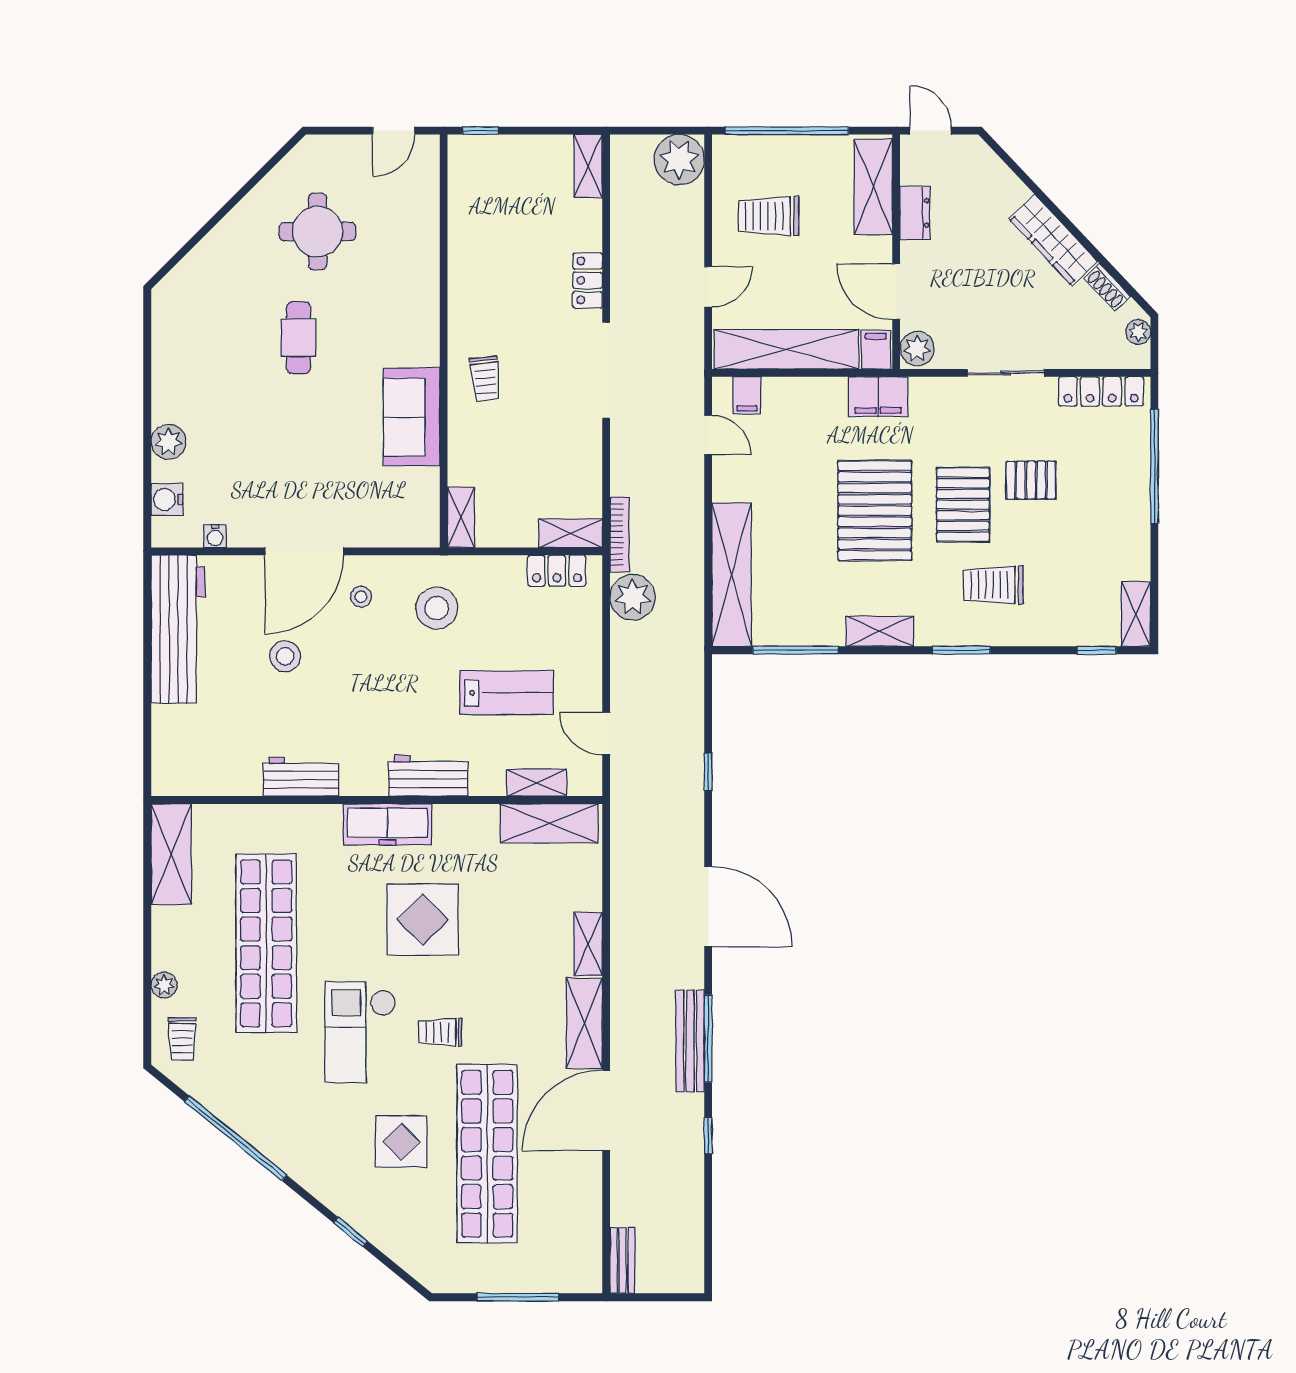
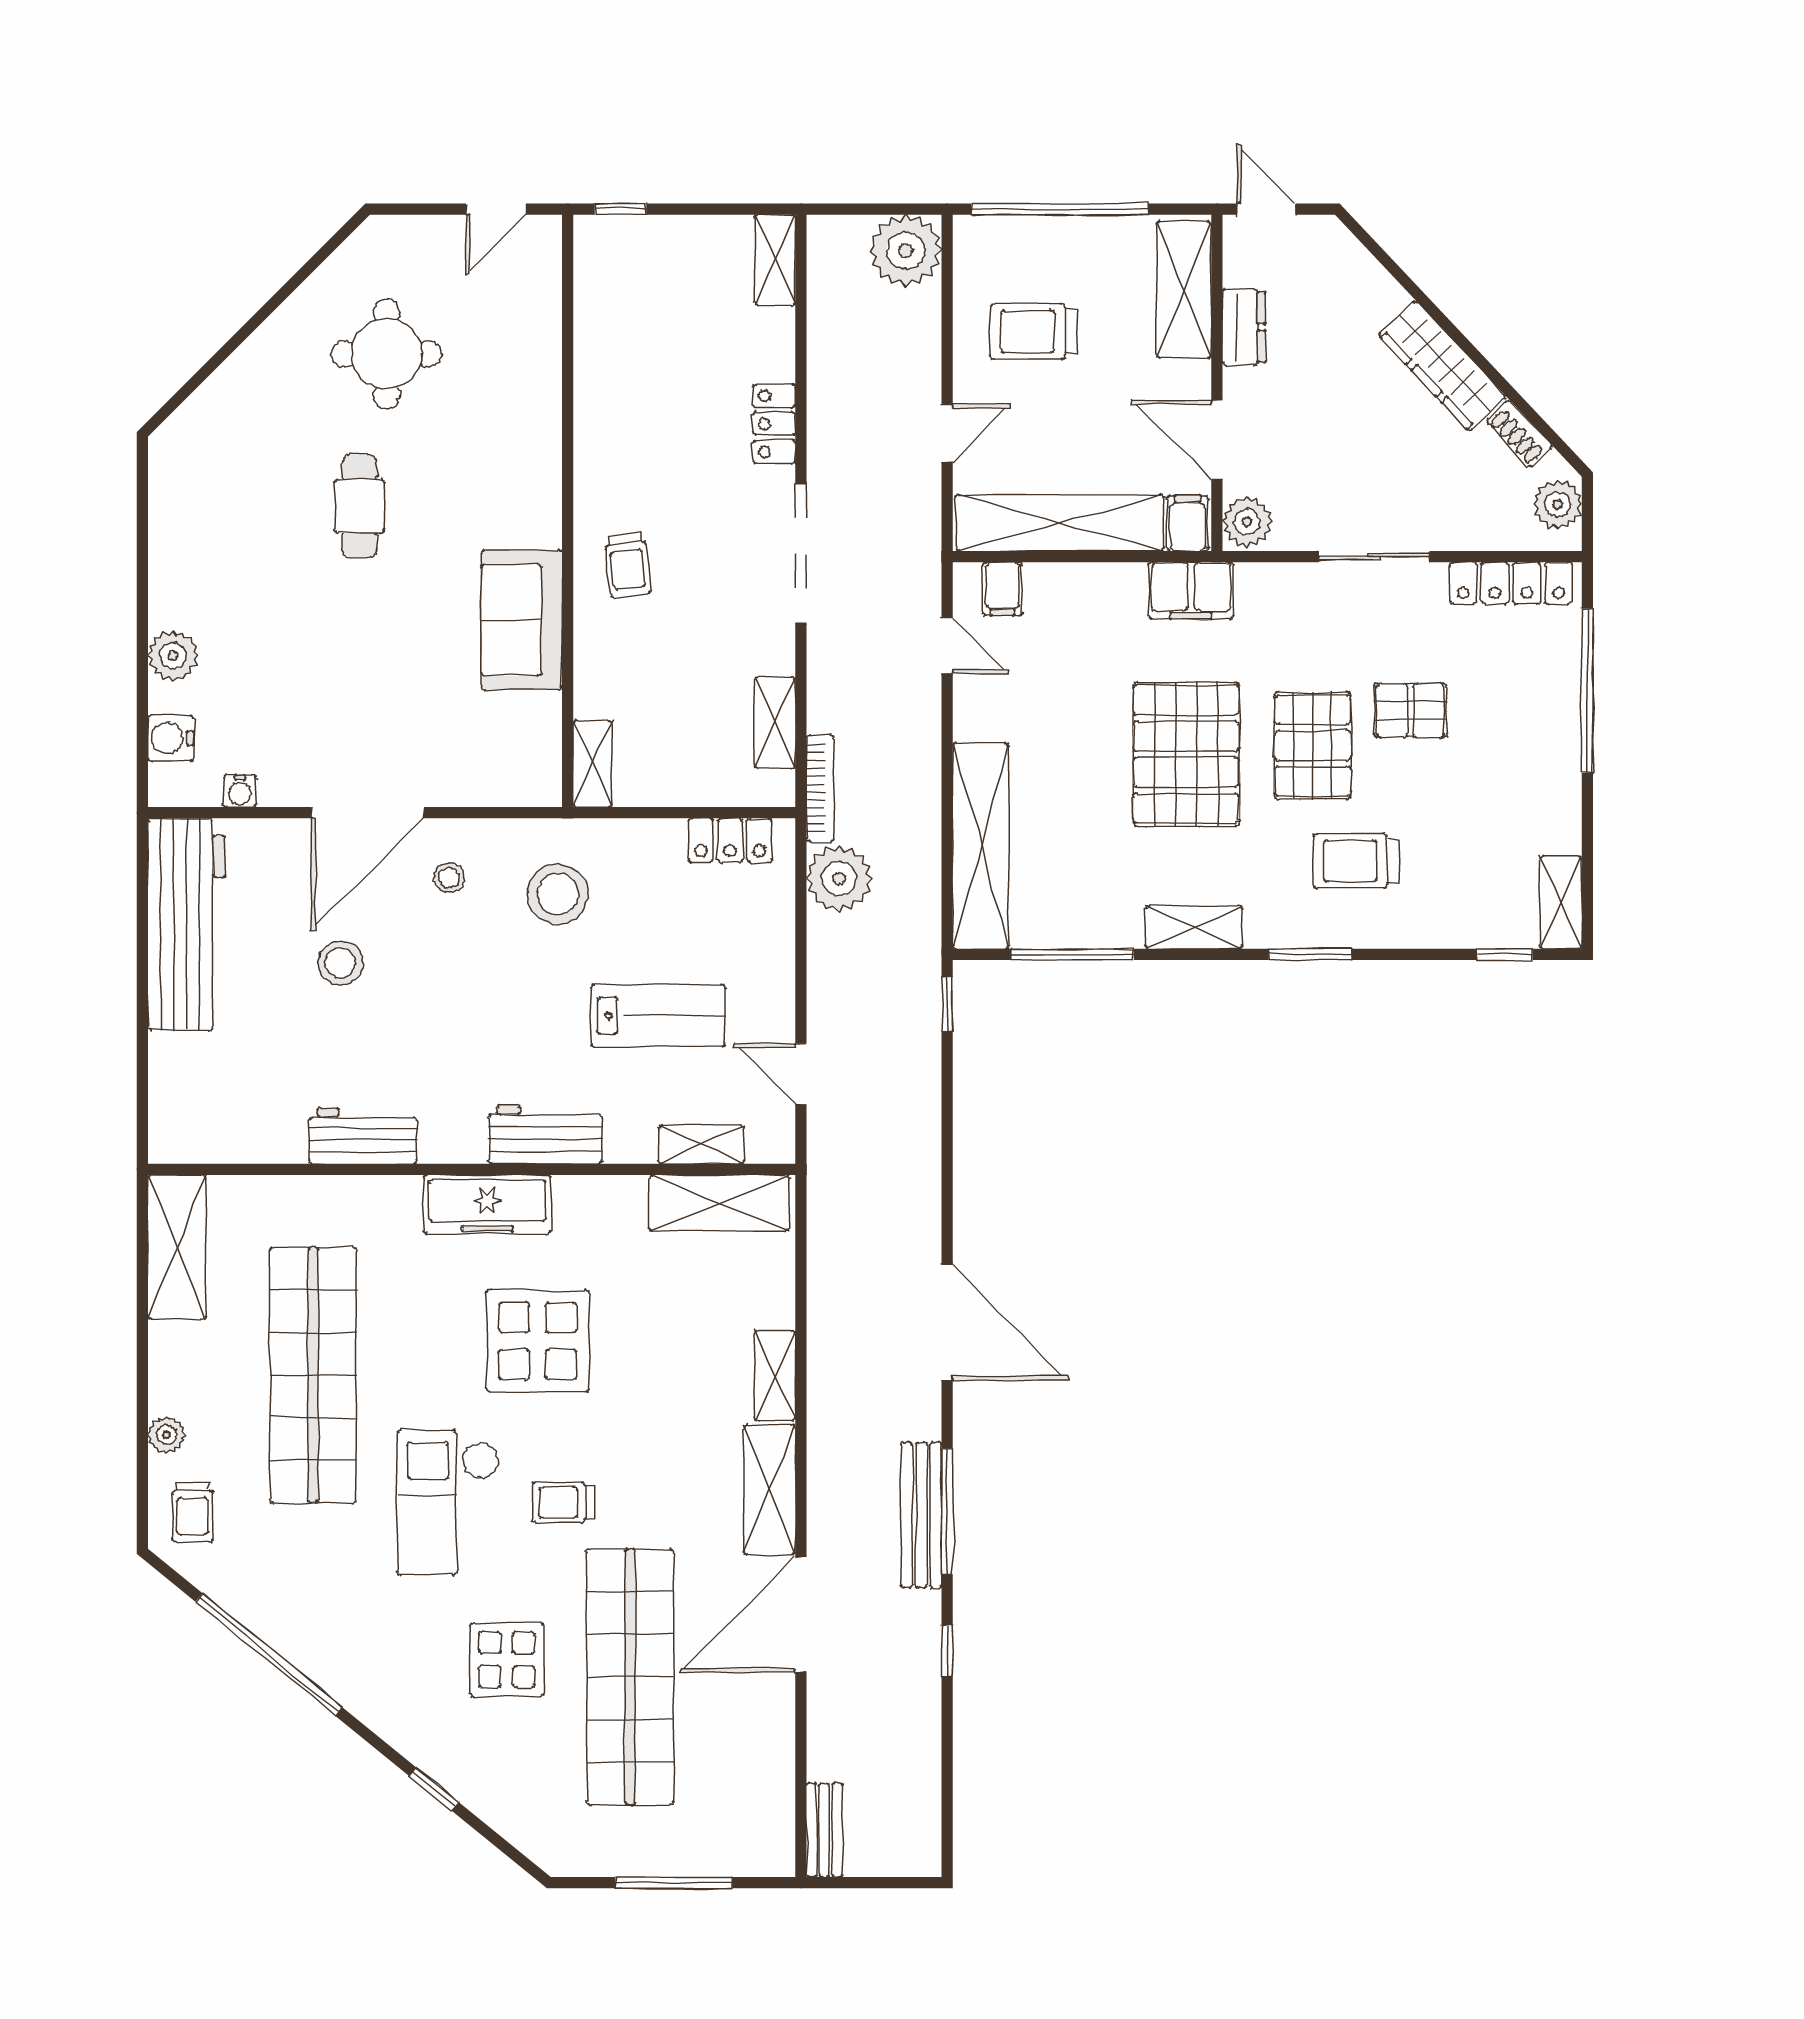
plant: (1138, 332) -> (1557, 504), width x1.38, depth x1.38
shelving: (571, 533) -> (775, 722), moved, turned 90
window: (708, 772) -> (947, 1004), moved

